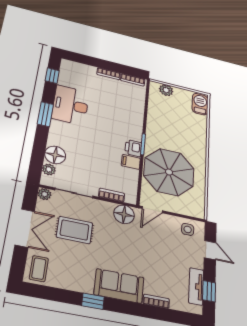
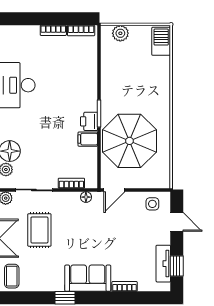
floor lamp: (124, 214) -> (86, 197), width x0.53, depth x0.53
rug: (75, 230) -> (39, 230), turned 90

